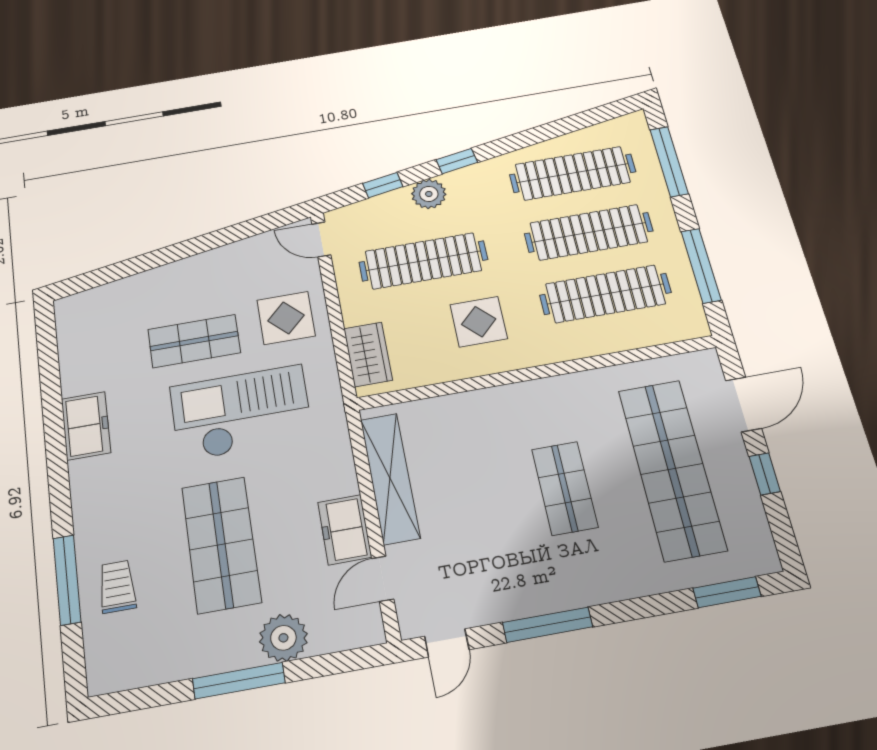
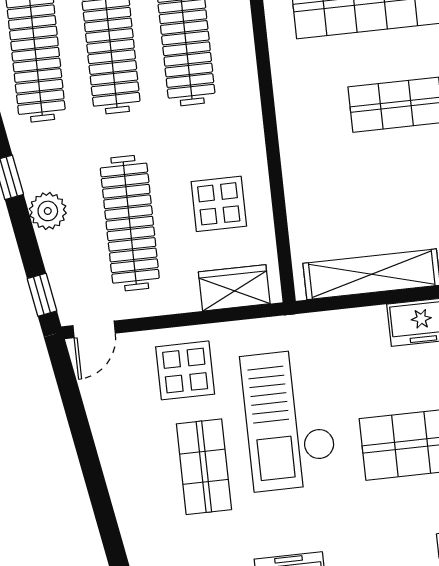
window: (383, 185) -> (42, 295), moved
display table: (479, 322) -> (219, 204), moved

